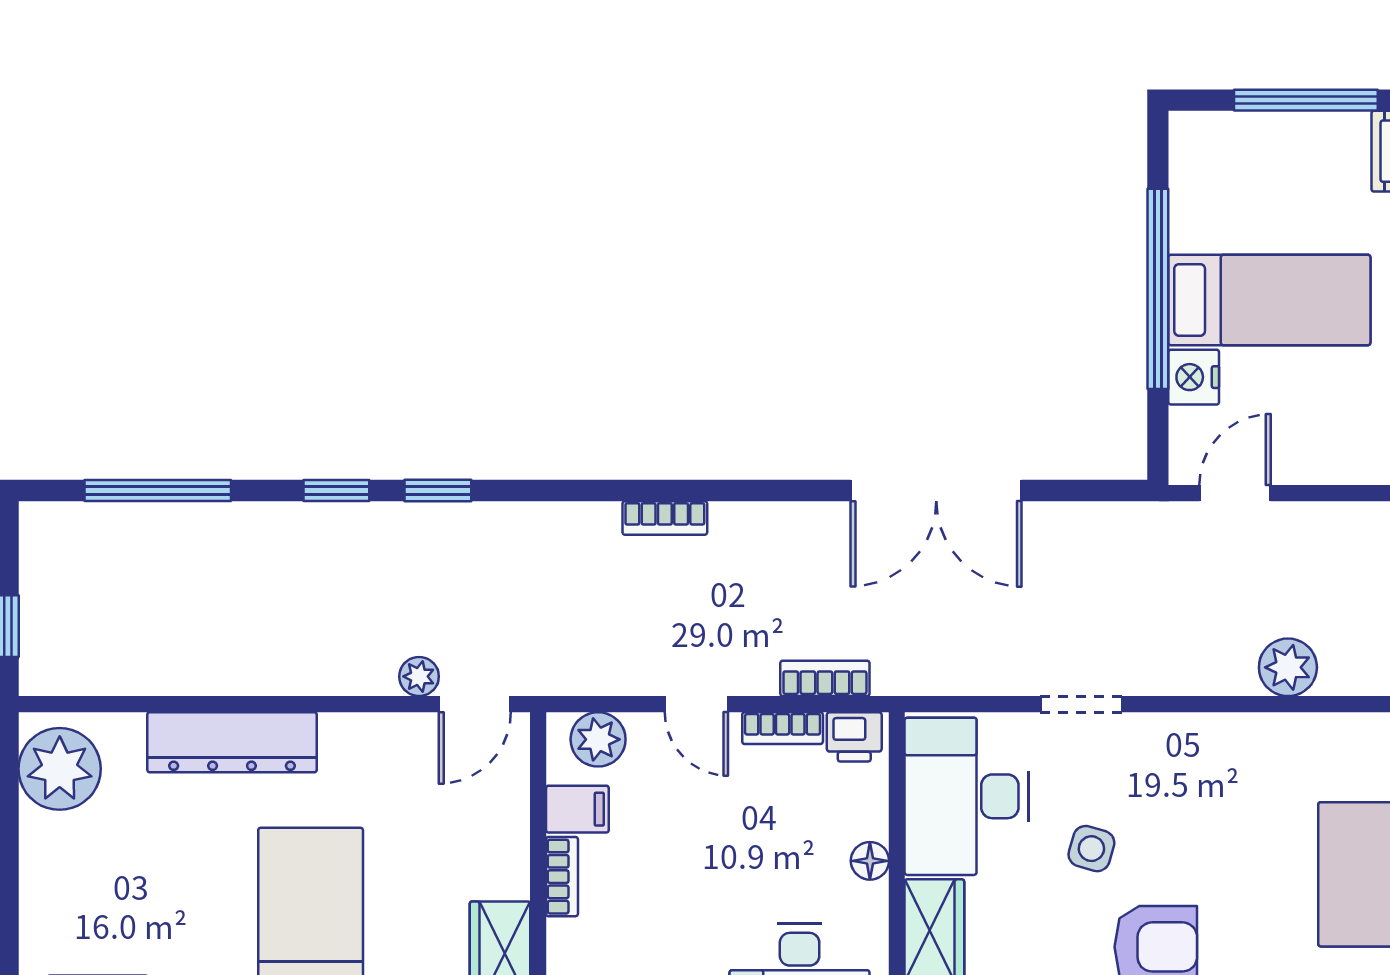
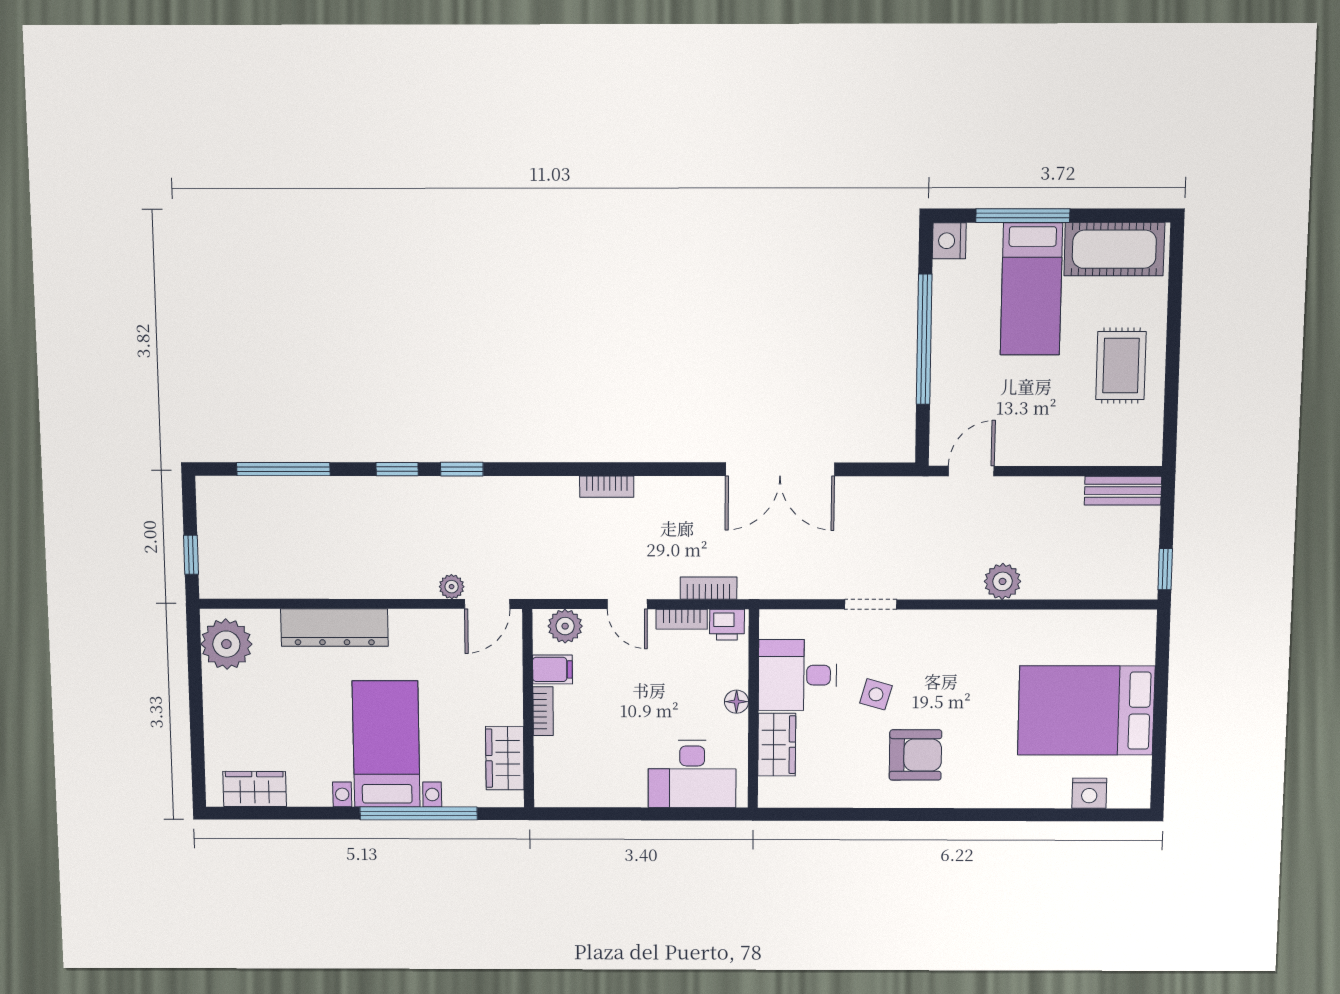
bed: (1269, 300) -> (1031, 289), moved, turned 90
nightstand: (1194, 377) -> (949, 241), moved
desk: (967, 796) -> (797, 675), width x0.73

